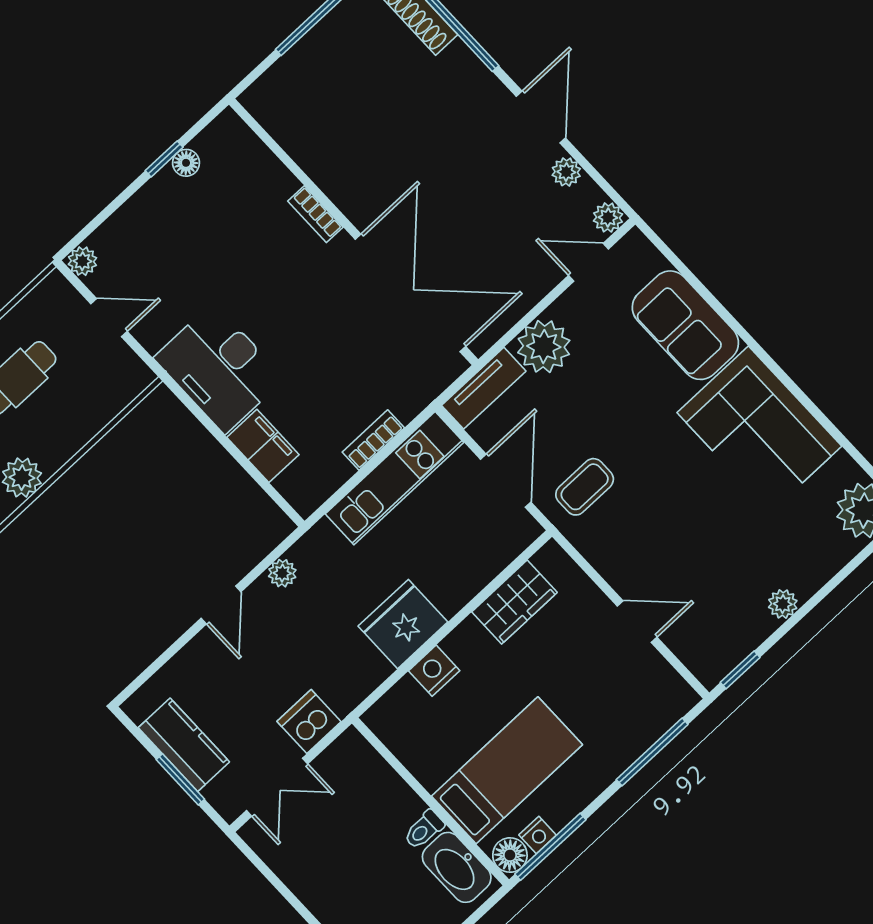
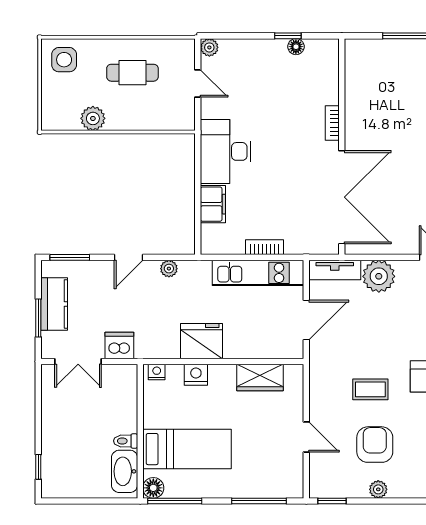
coffee table: (585, 487) -> (370, 389), moved
armchair: (728, 554) -> (375, 445), added
window: (150, 671) -> (70, 257), added
nightstand: (538, 835) -> (157, 372), moved, turned 180

